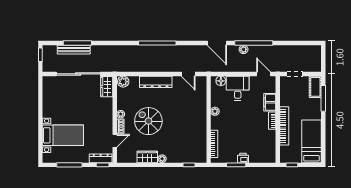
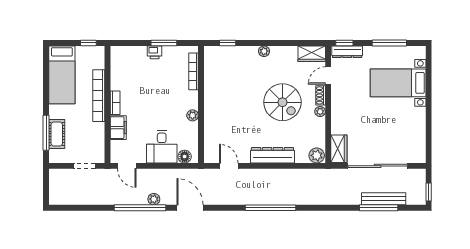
cot: (315, 87) -> (57, 134), moved
wardrobe: (147, 157) -> (312, 54), moved

